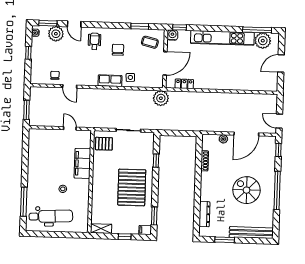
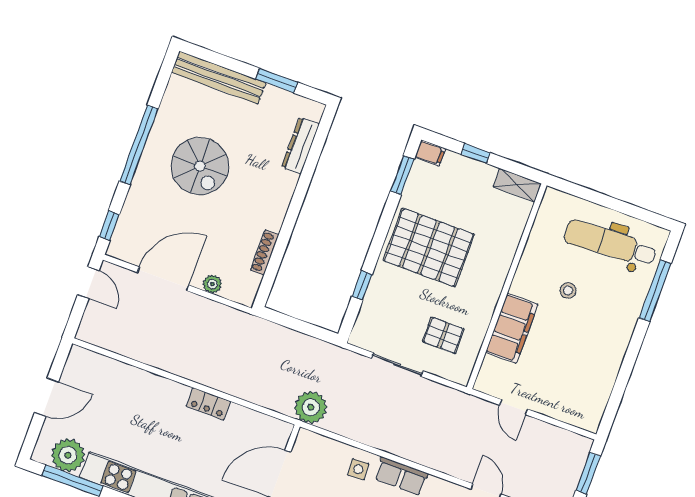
locker: (184, 84) -> (208, 404), moved
pallet: (104, 144) -> (443, 335), moved
pallet: (132, 187) -> (429, 247), turned 90

